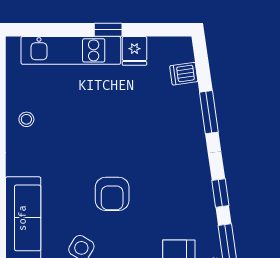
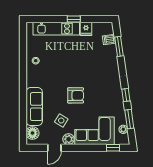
window: (209, 112) -> (119, 46), moved
armchair: (112, 194) -> (76, 95), turned -90

